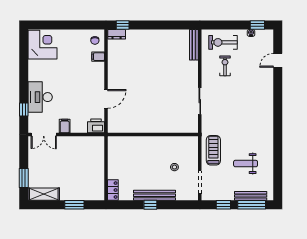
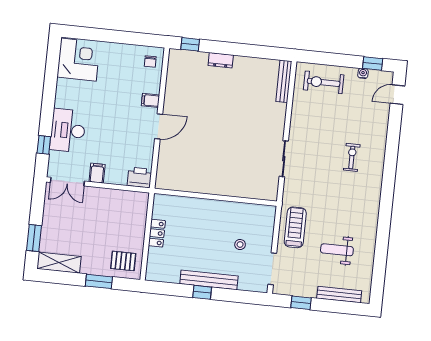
dresser: (117, 34) -> (221, 60), moved
filing cabinet: (98, 57) -> (151, 100), moved
door: (278, 60) -> (397, 95), moved
exercise bike: (225, 66) -> (352, 157), moved
door: (106, 99) -> (159, 126), moved
pallet: (91, 188) -> (123, 261), added
locker: (113, 190) -> (157, 233), moved
window: (252, 205) -> (339, 307), removed

